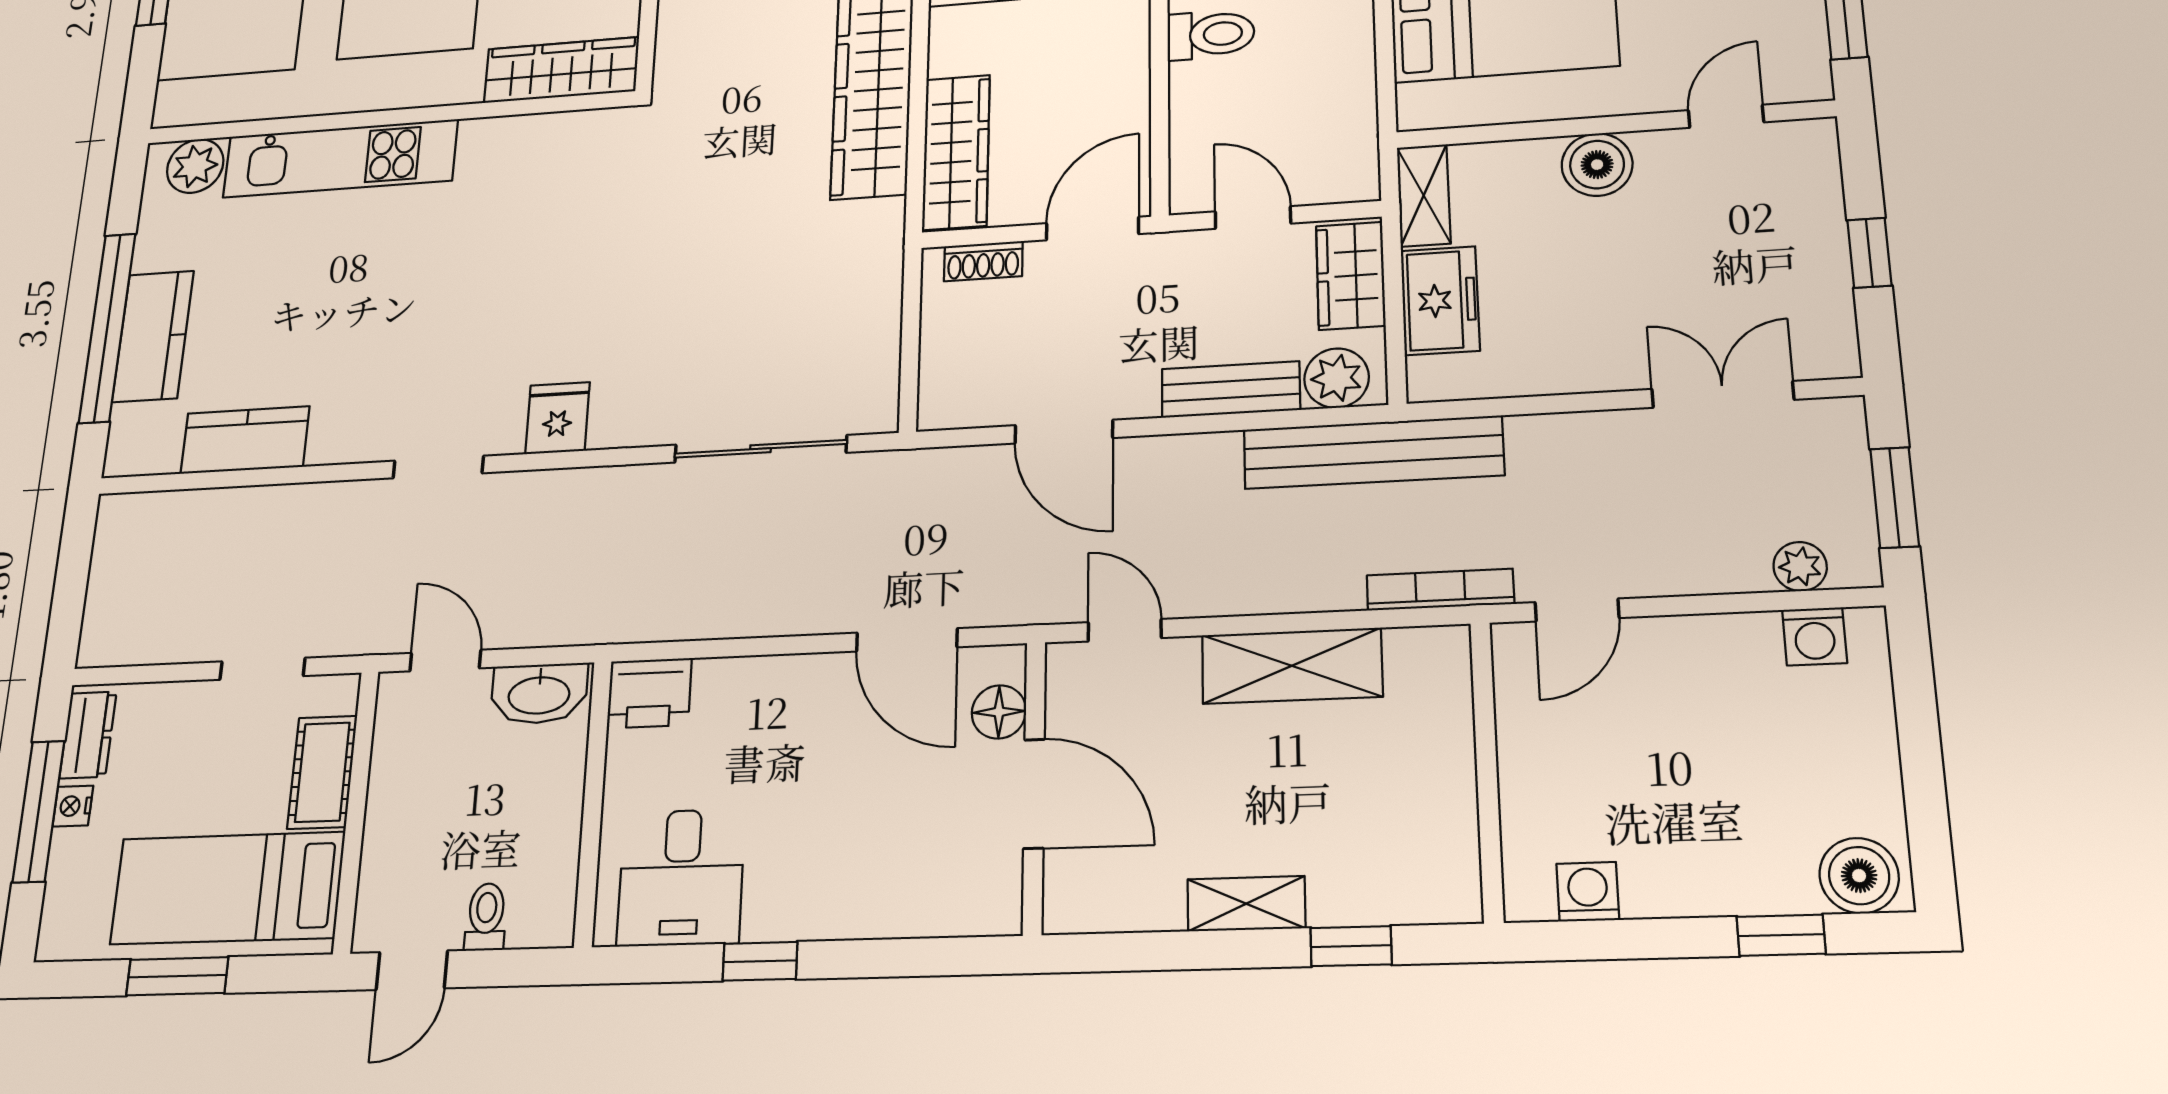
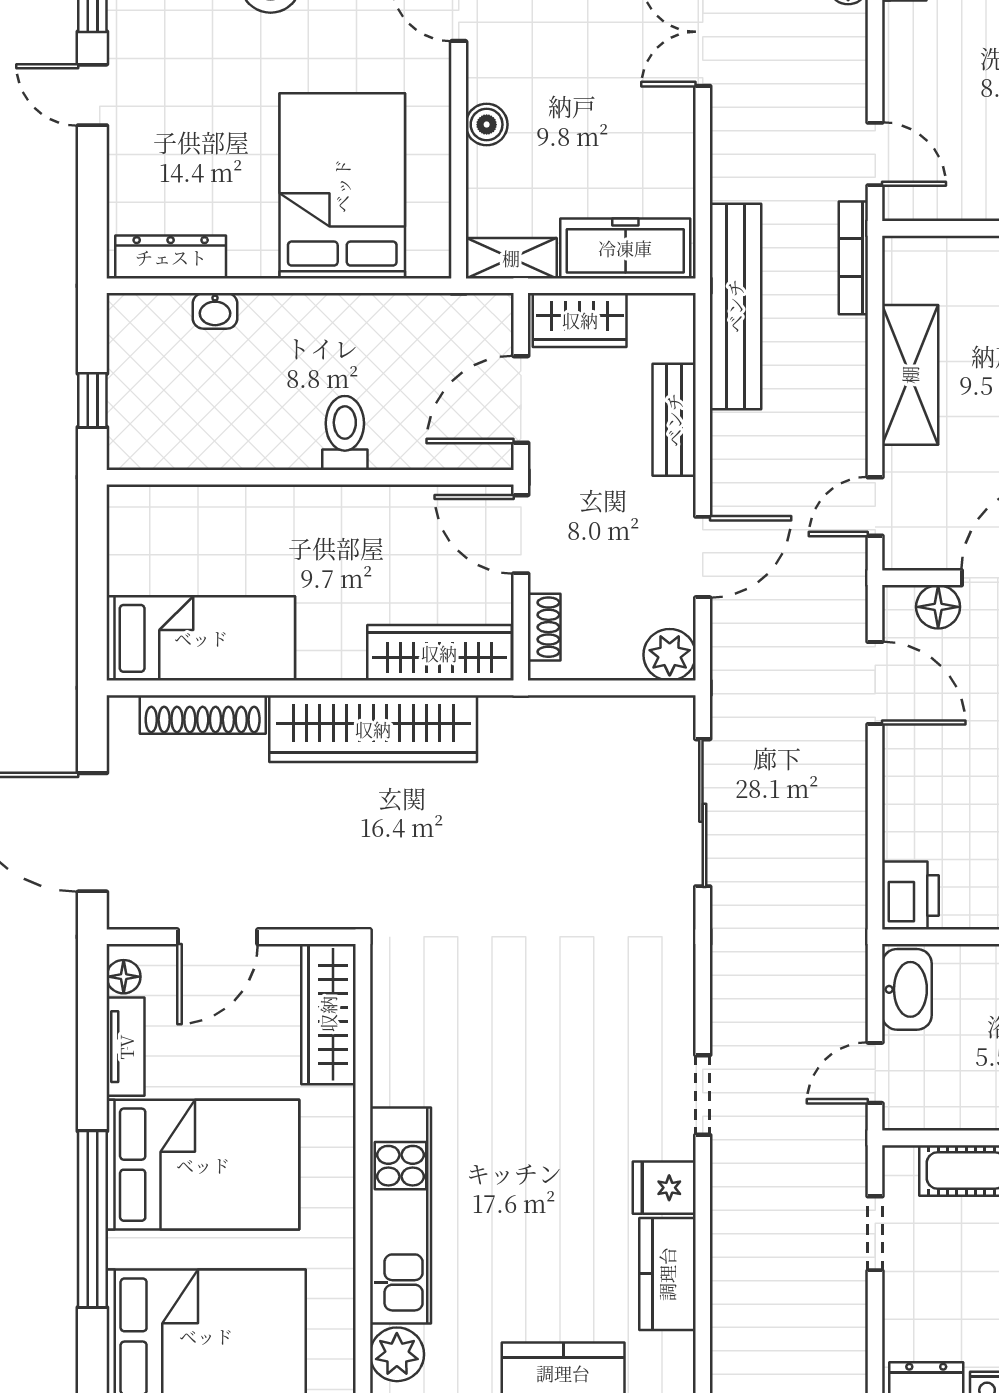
boiler: (1597, 165) -> (487, 125), width x0.73, depth x0.73
door: (1253, 218) -> (521, 399), width x1.38
freezer: (1440, 301) -> (625, 248), width x1.40
plant: (1337, 378) -> (670, 655), moved
fridge: (557, 418) -> (664, 1188), moved
door: (907, 640) -> (875, 683), hinge flipped

